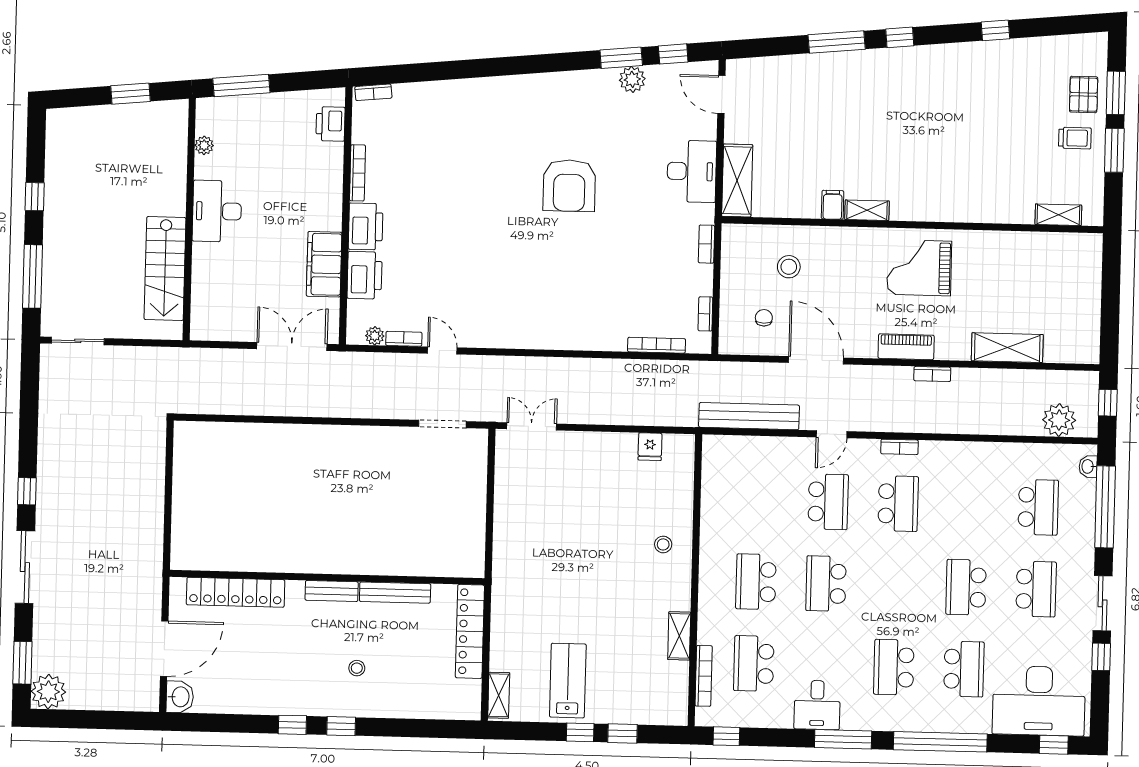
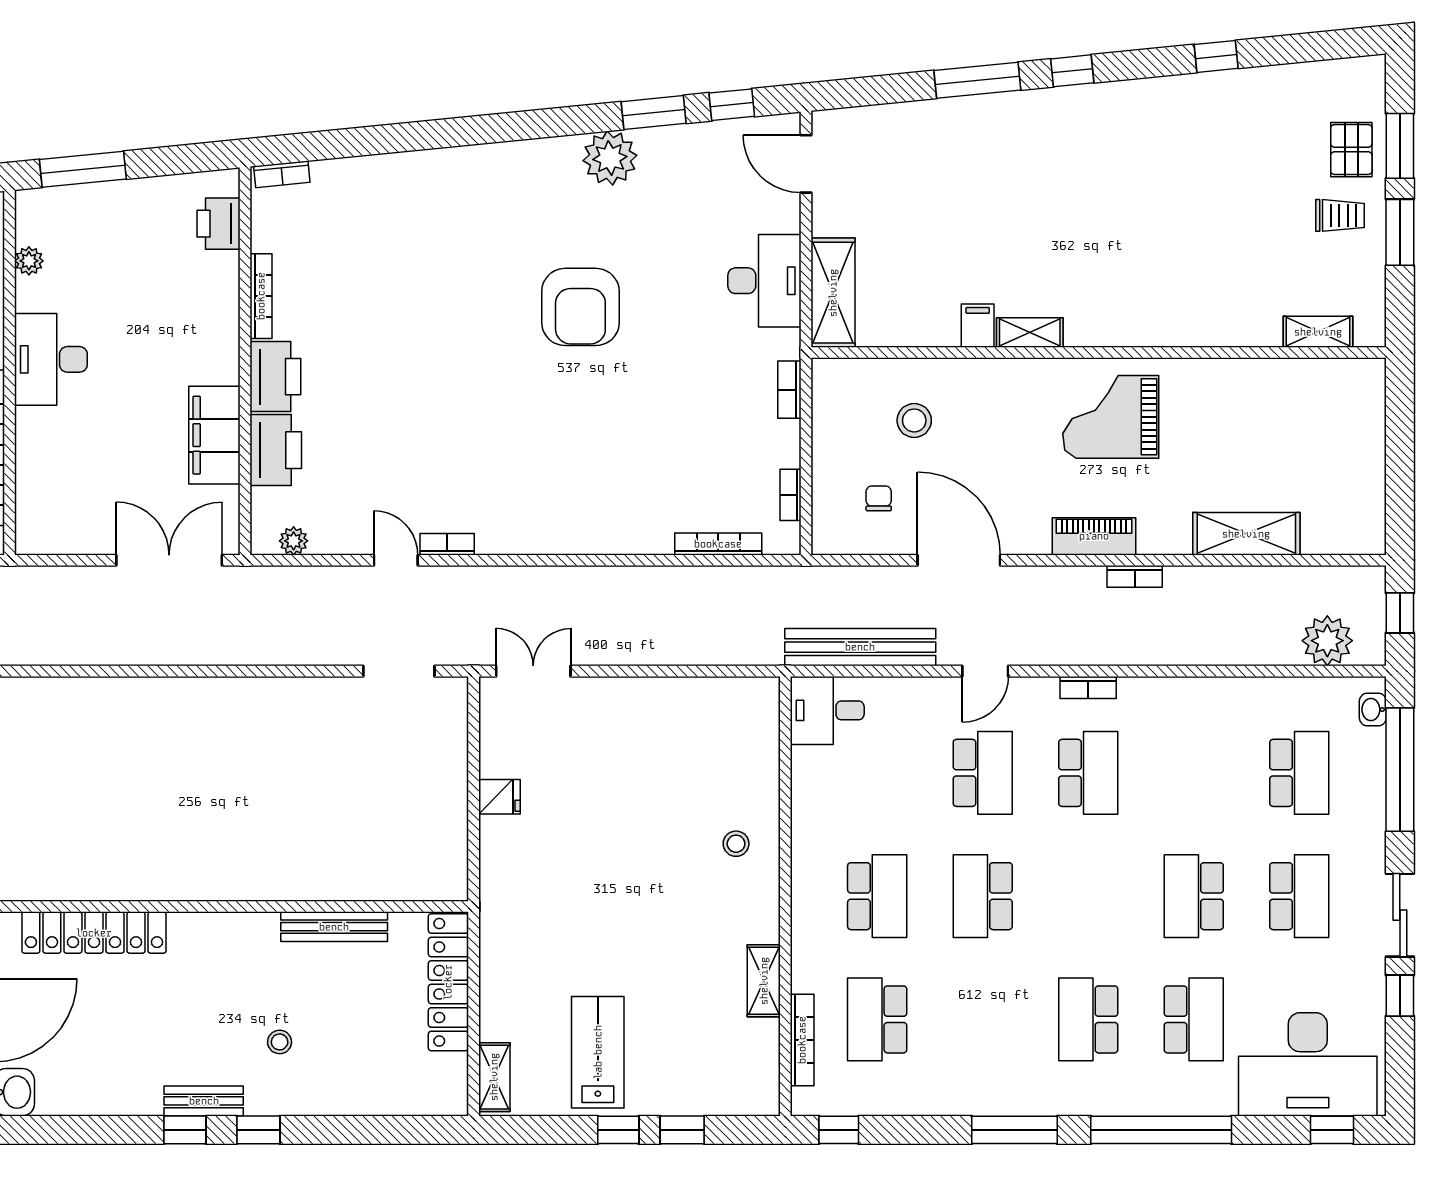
plant: (632, 79) -> (610, 158), moved, width x1.36, depth x1.36
bookcase: (404, 339) -> (447, 544), moved
fridge: (650, 447) -> (499, 797), moved, turned -90
school desk: (756, 582) -> (877, 896), turned 180
bench: (332, 591) -> (204, 1101), moved
desk: (817, 705) -> (827, 710), moved, turned 90

